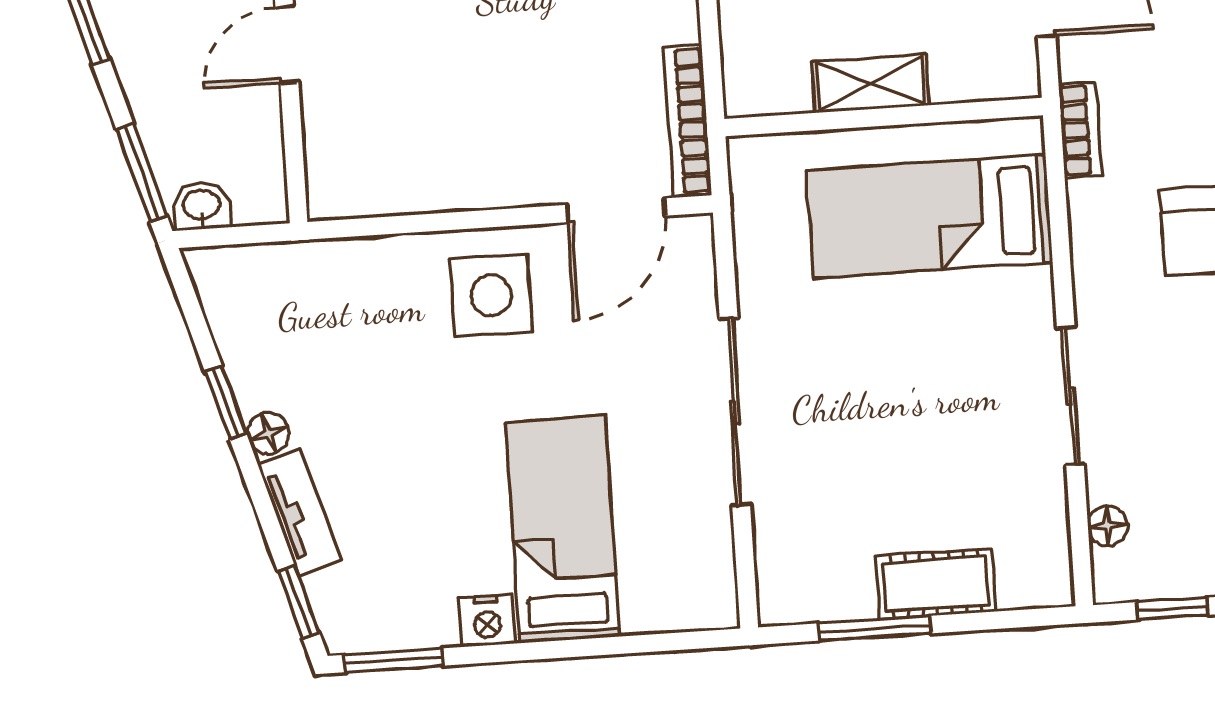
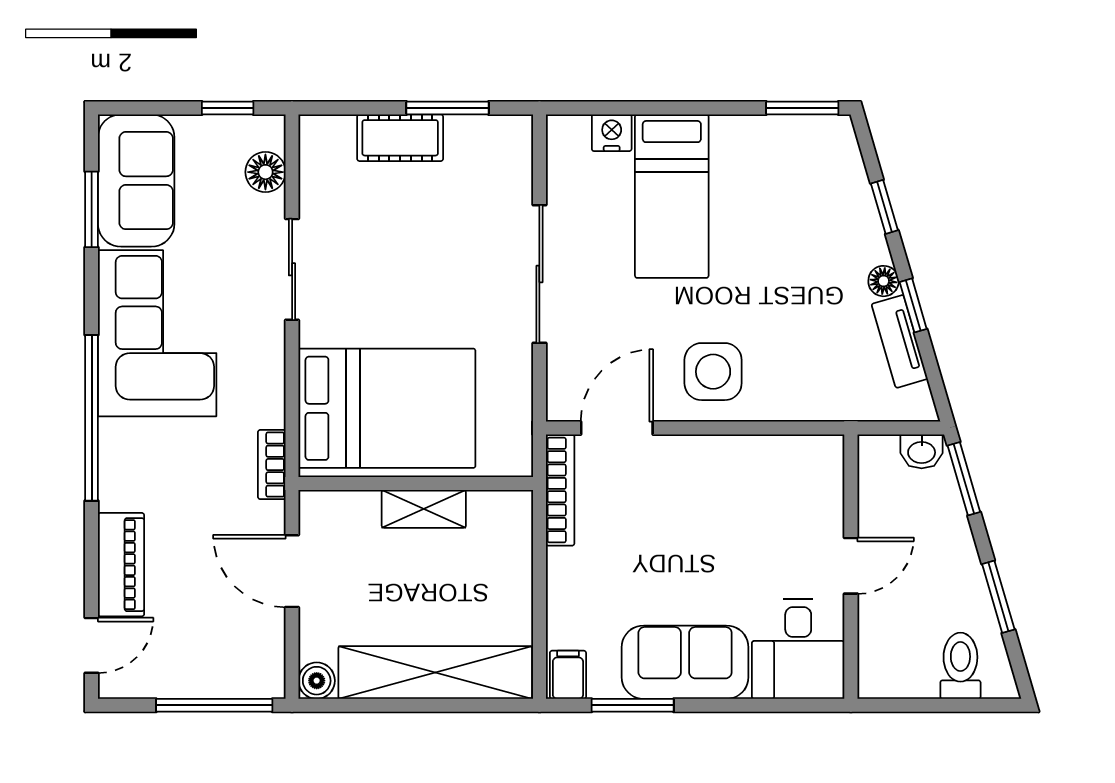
bed: (929, 216) -> (387, 408), width x1.50
tv unit: (299, 512) -> (900, 341), moved
floor lamp: (1108, 526) -> (265, 172), width x1.37, depth x1.37
window: (299, 602) -> (884, 207), moved
nightstand: (487, 620) -> (612, 133), moved

